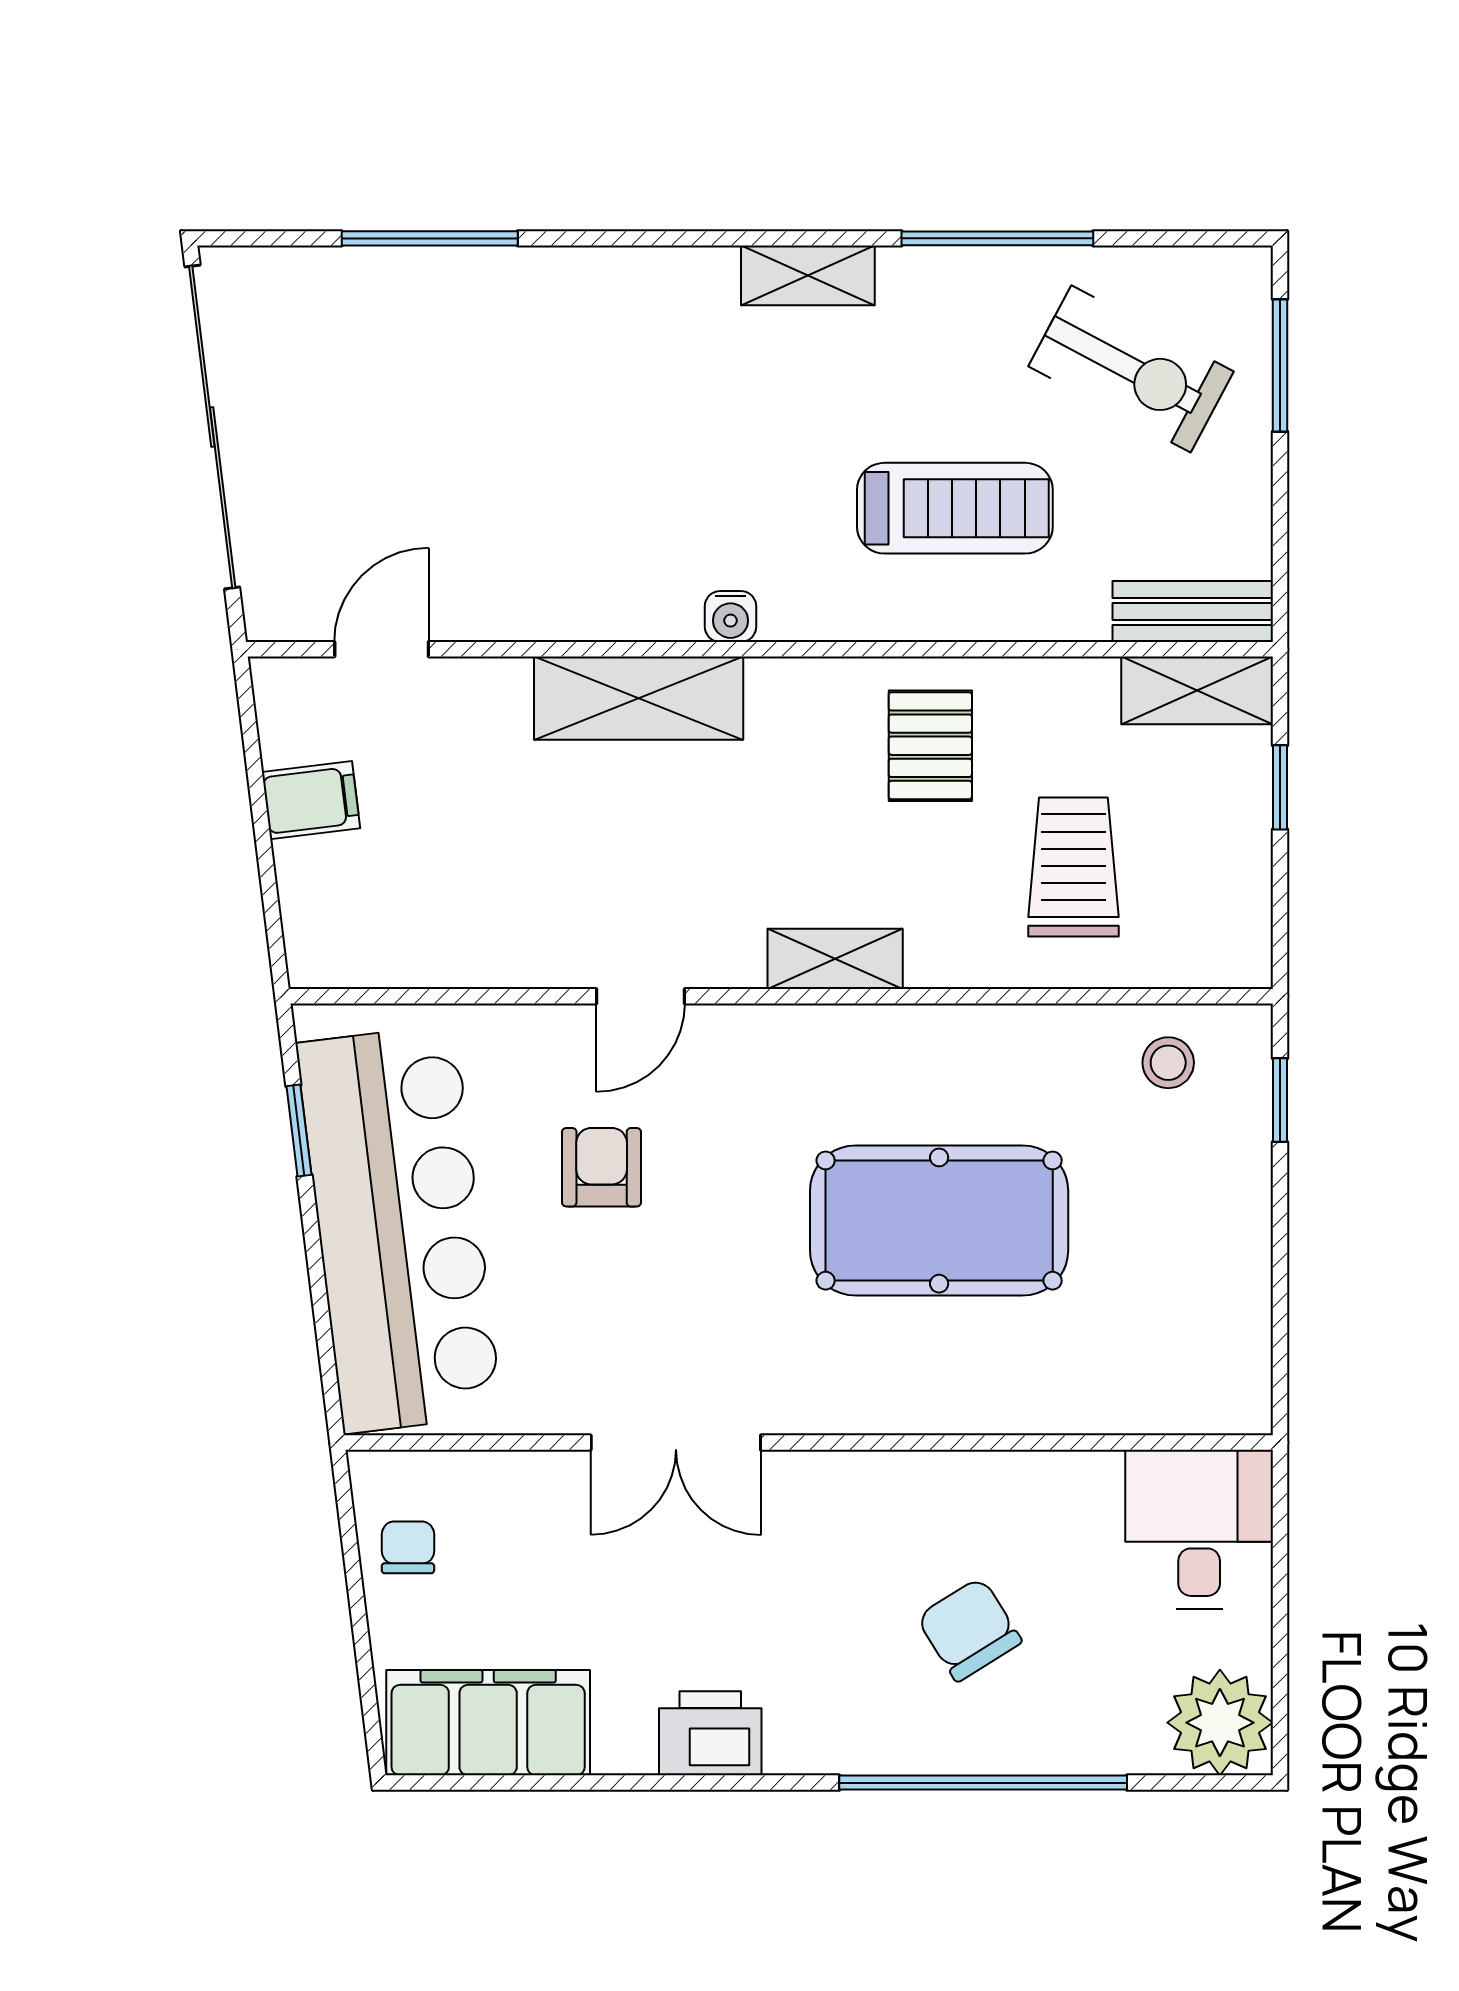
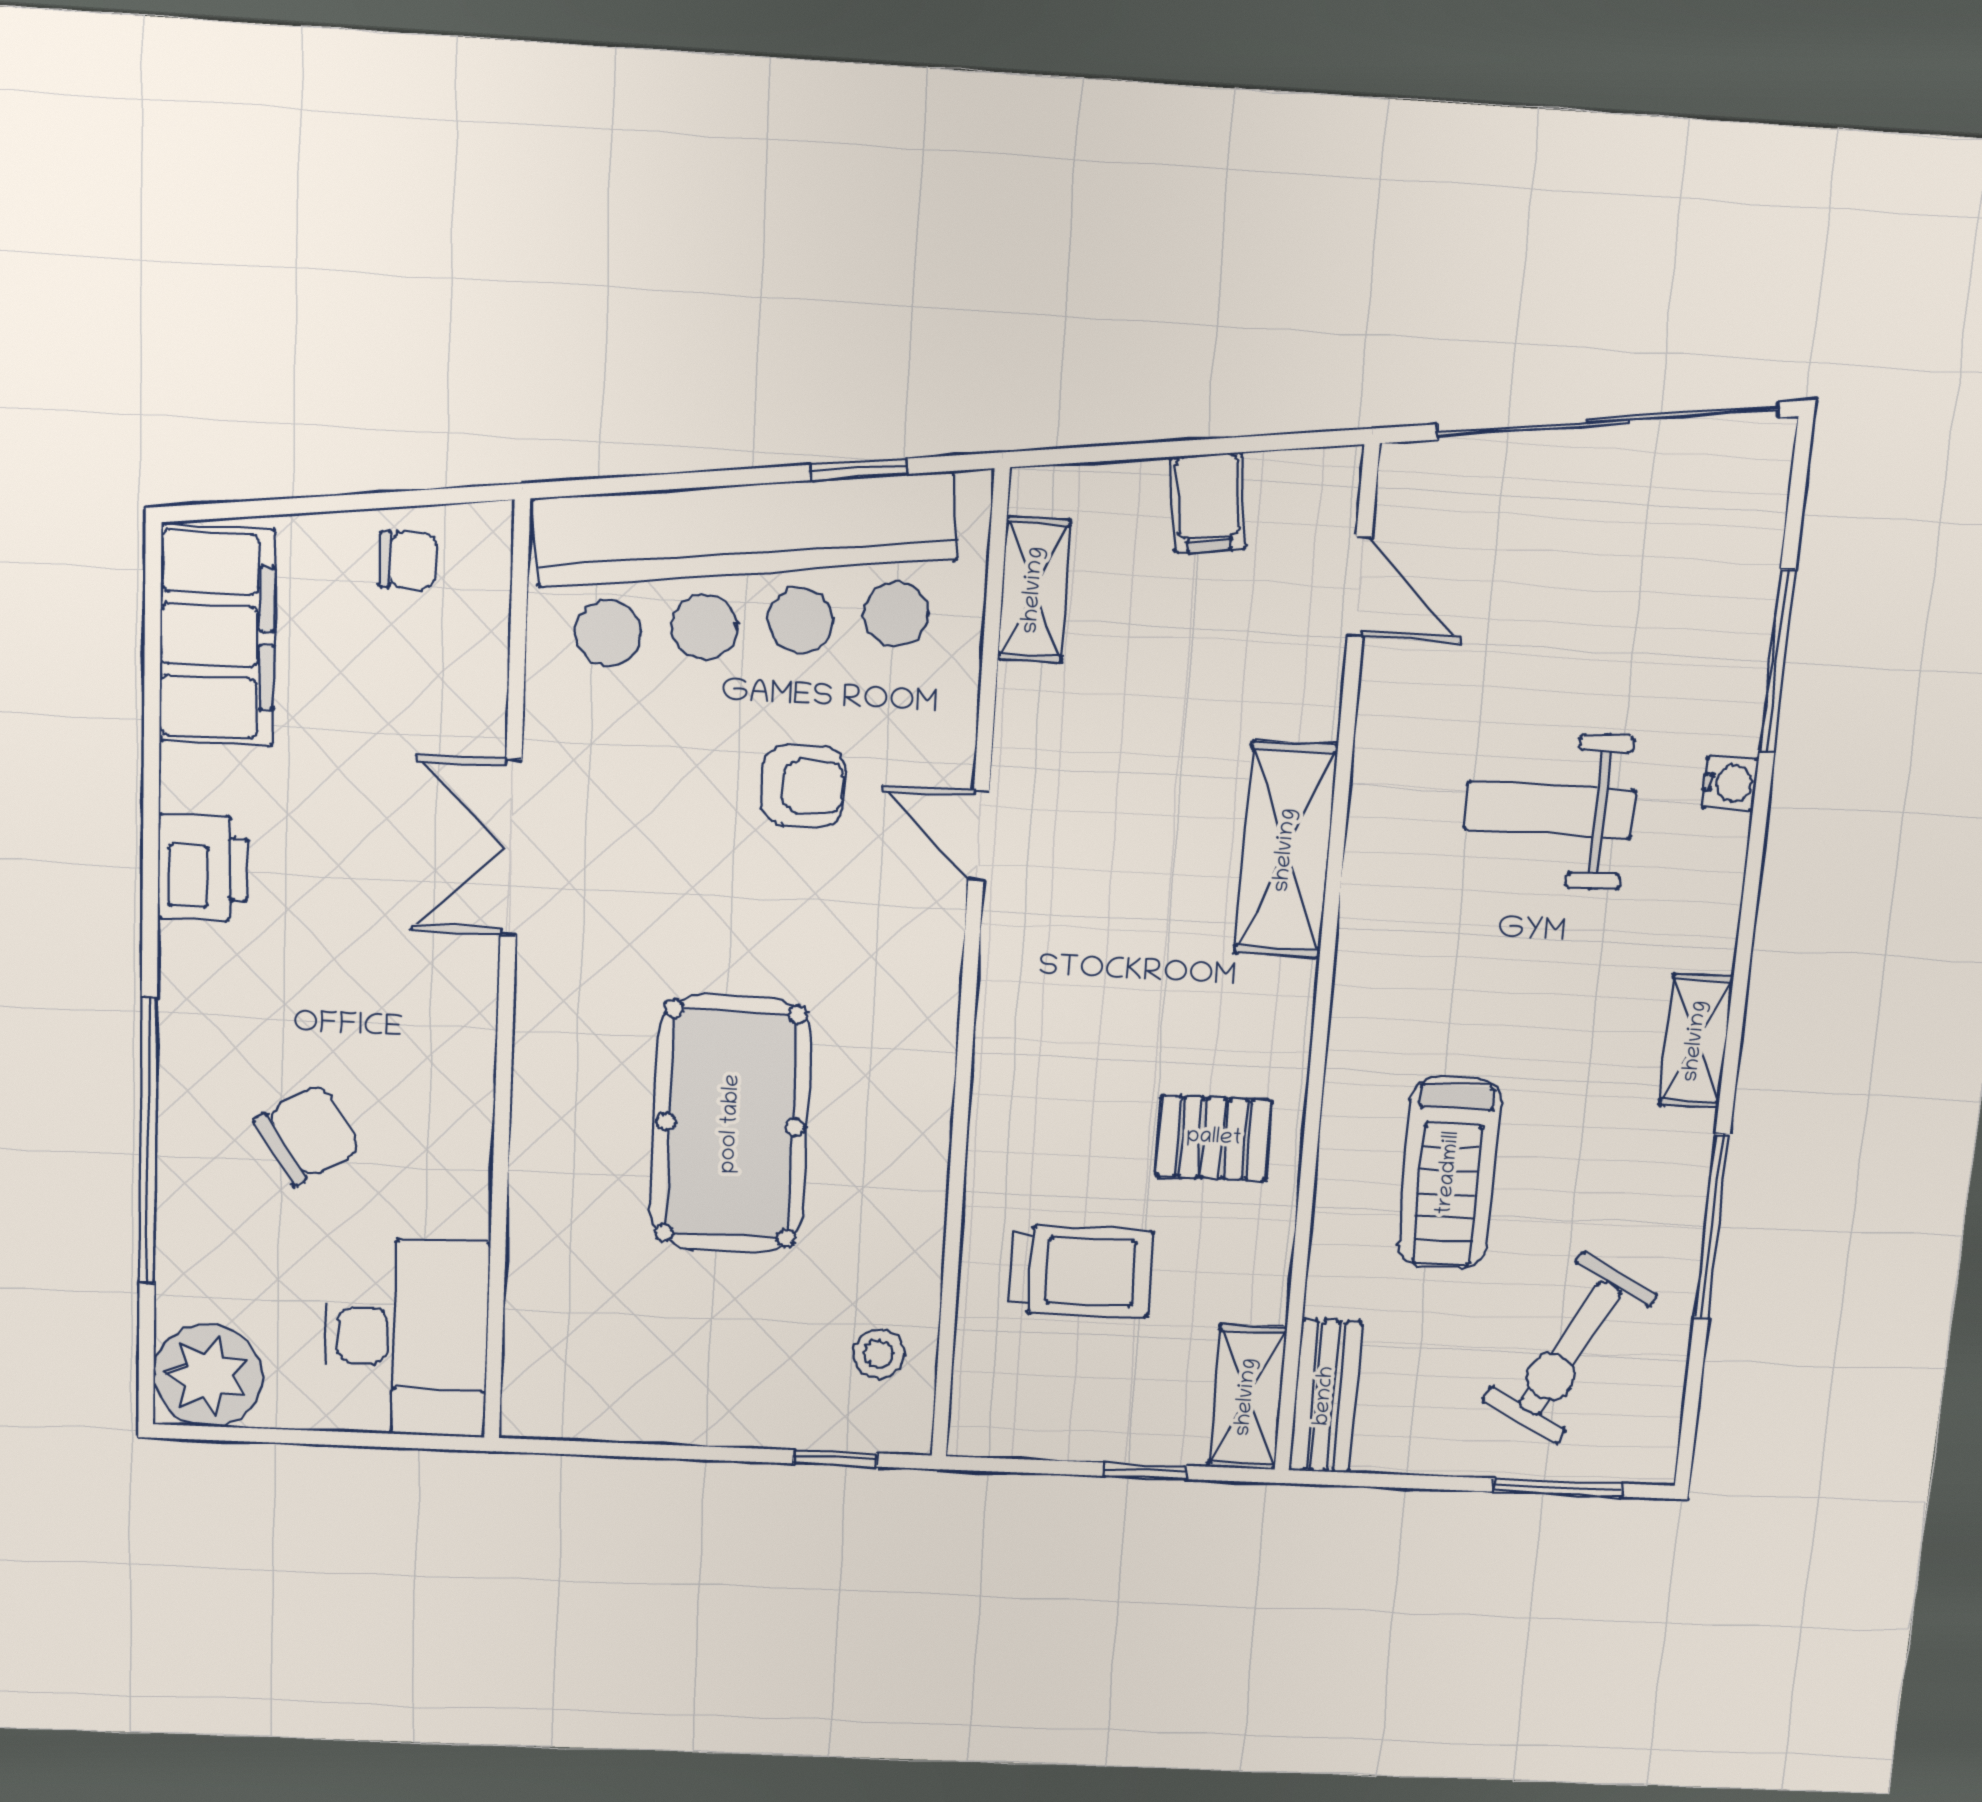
weight bench: (586, 445) -> (1550, 810), added
water cooler: (731, 616) -> (1730, 783), moved, turned 180
shelving: (835, 959) -> (1034, 590), moved
desk: (1199, 1529) -> (406, 1337), width x1.37

